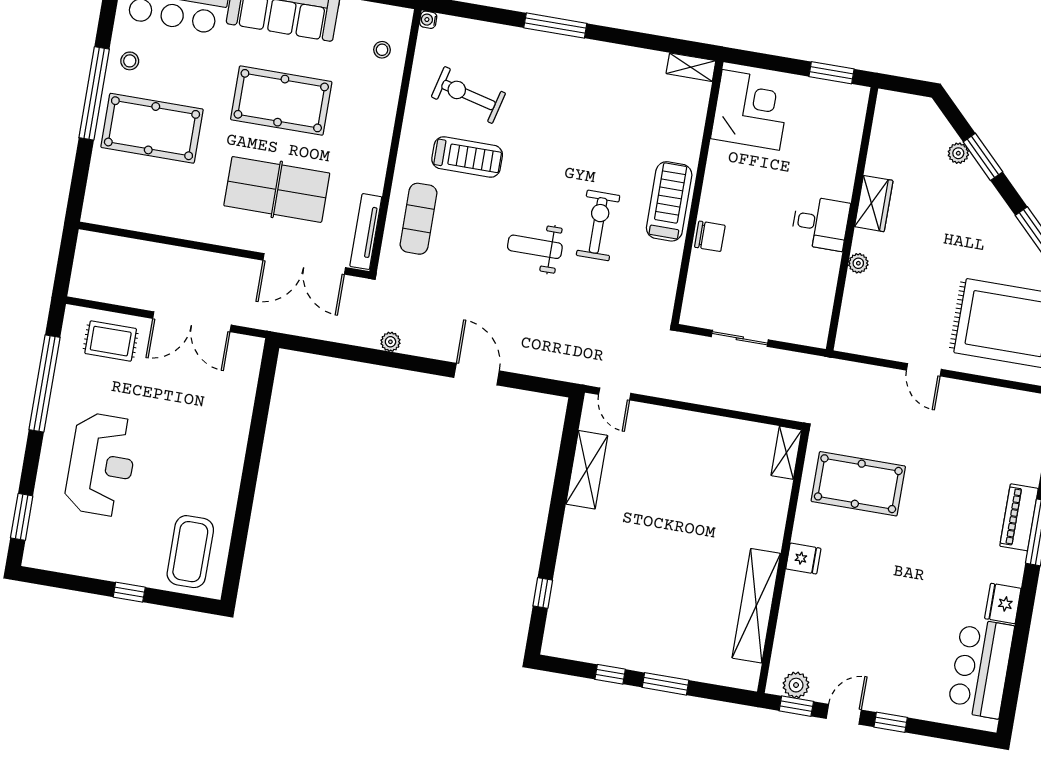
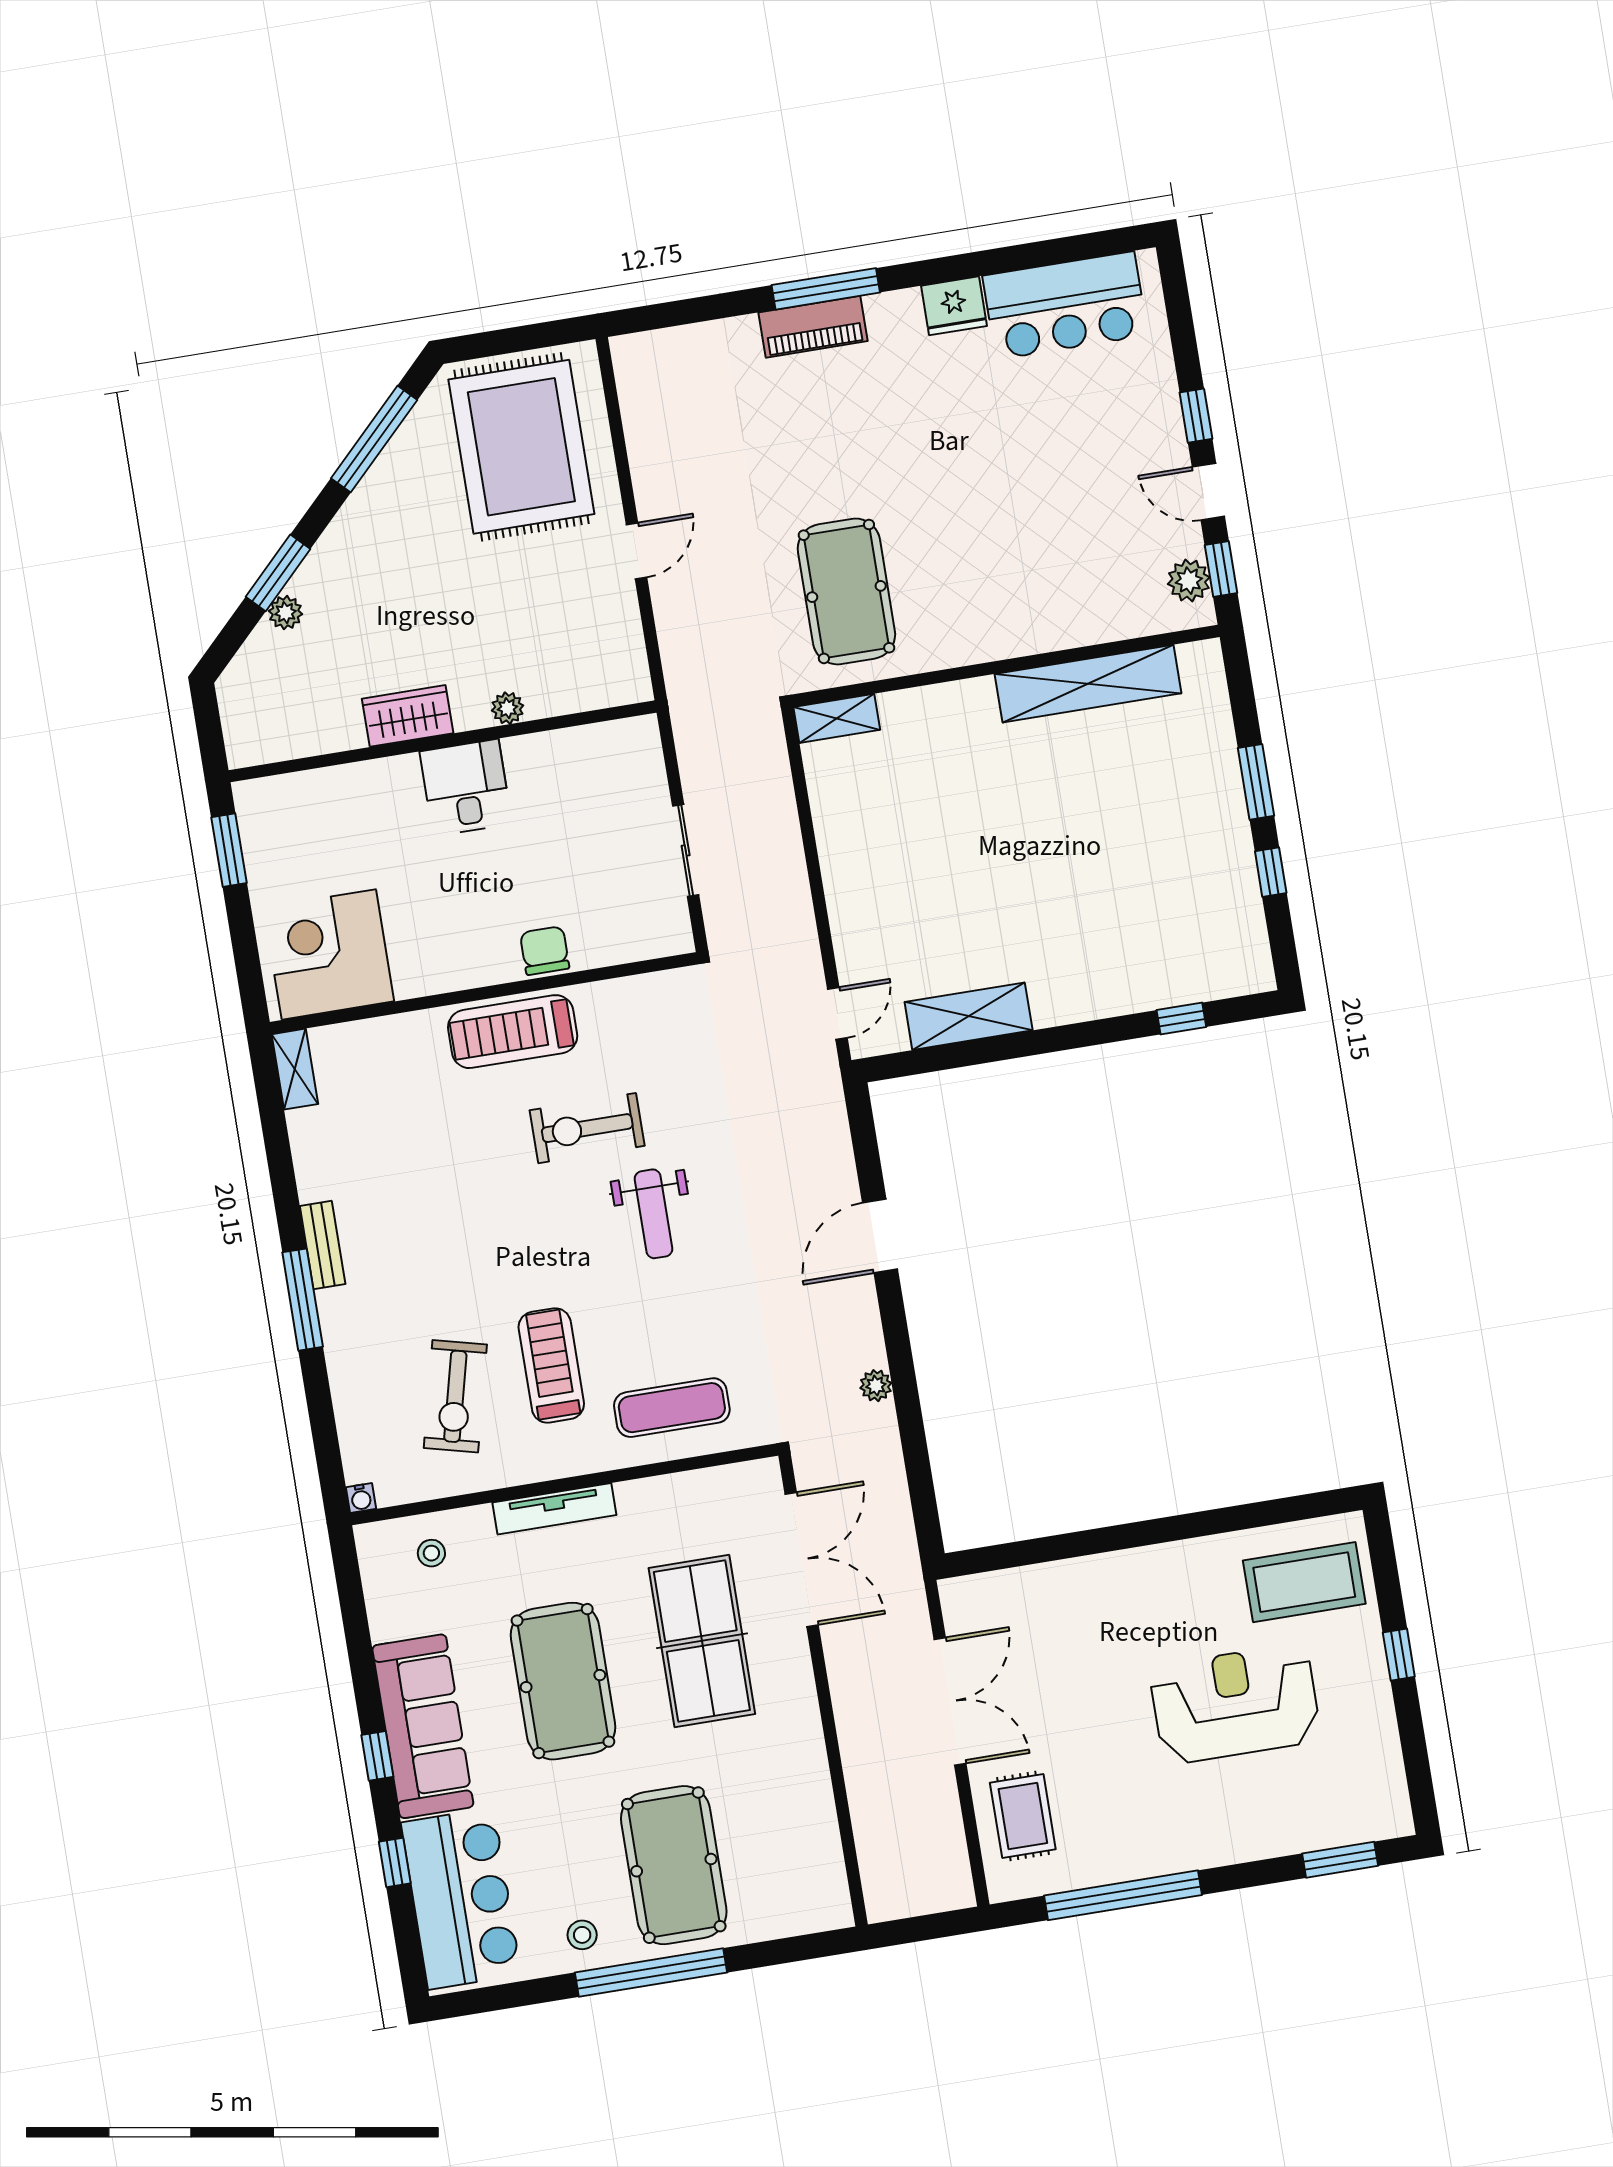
bench: (583, 48) -> (323, 1245), added
tv unit: (366, 232) -> (554, 1509), moved
reception desk: (101, 465) -> (1235, 1704), moved
fridge: (803, 559) -> (990, 636), removed

